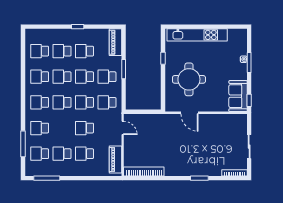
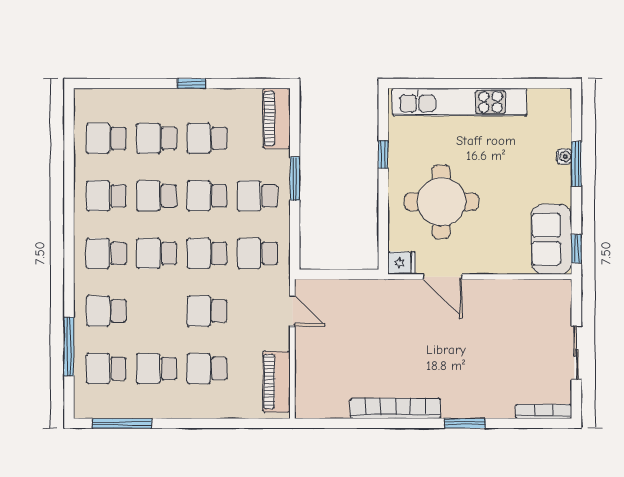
fridge: (171, 107) -> (401, 263), added
bookcase: (144, 171) -> (395, 408), moved

